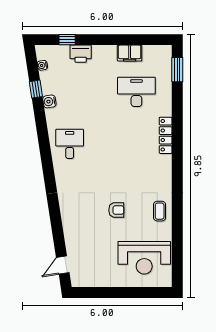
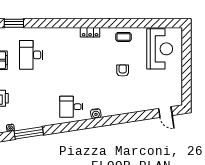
window: (36, 89) -> (29, 133), width x2.17
water cooler: (49, 101) -> (96, 114), moved
locker: (166, 135) -> (90, 32), moved, width x0.66

